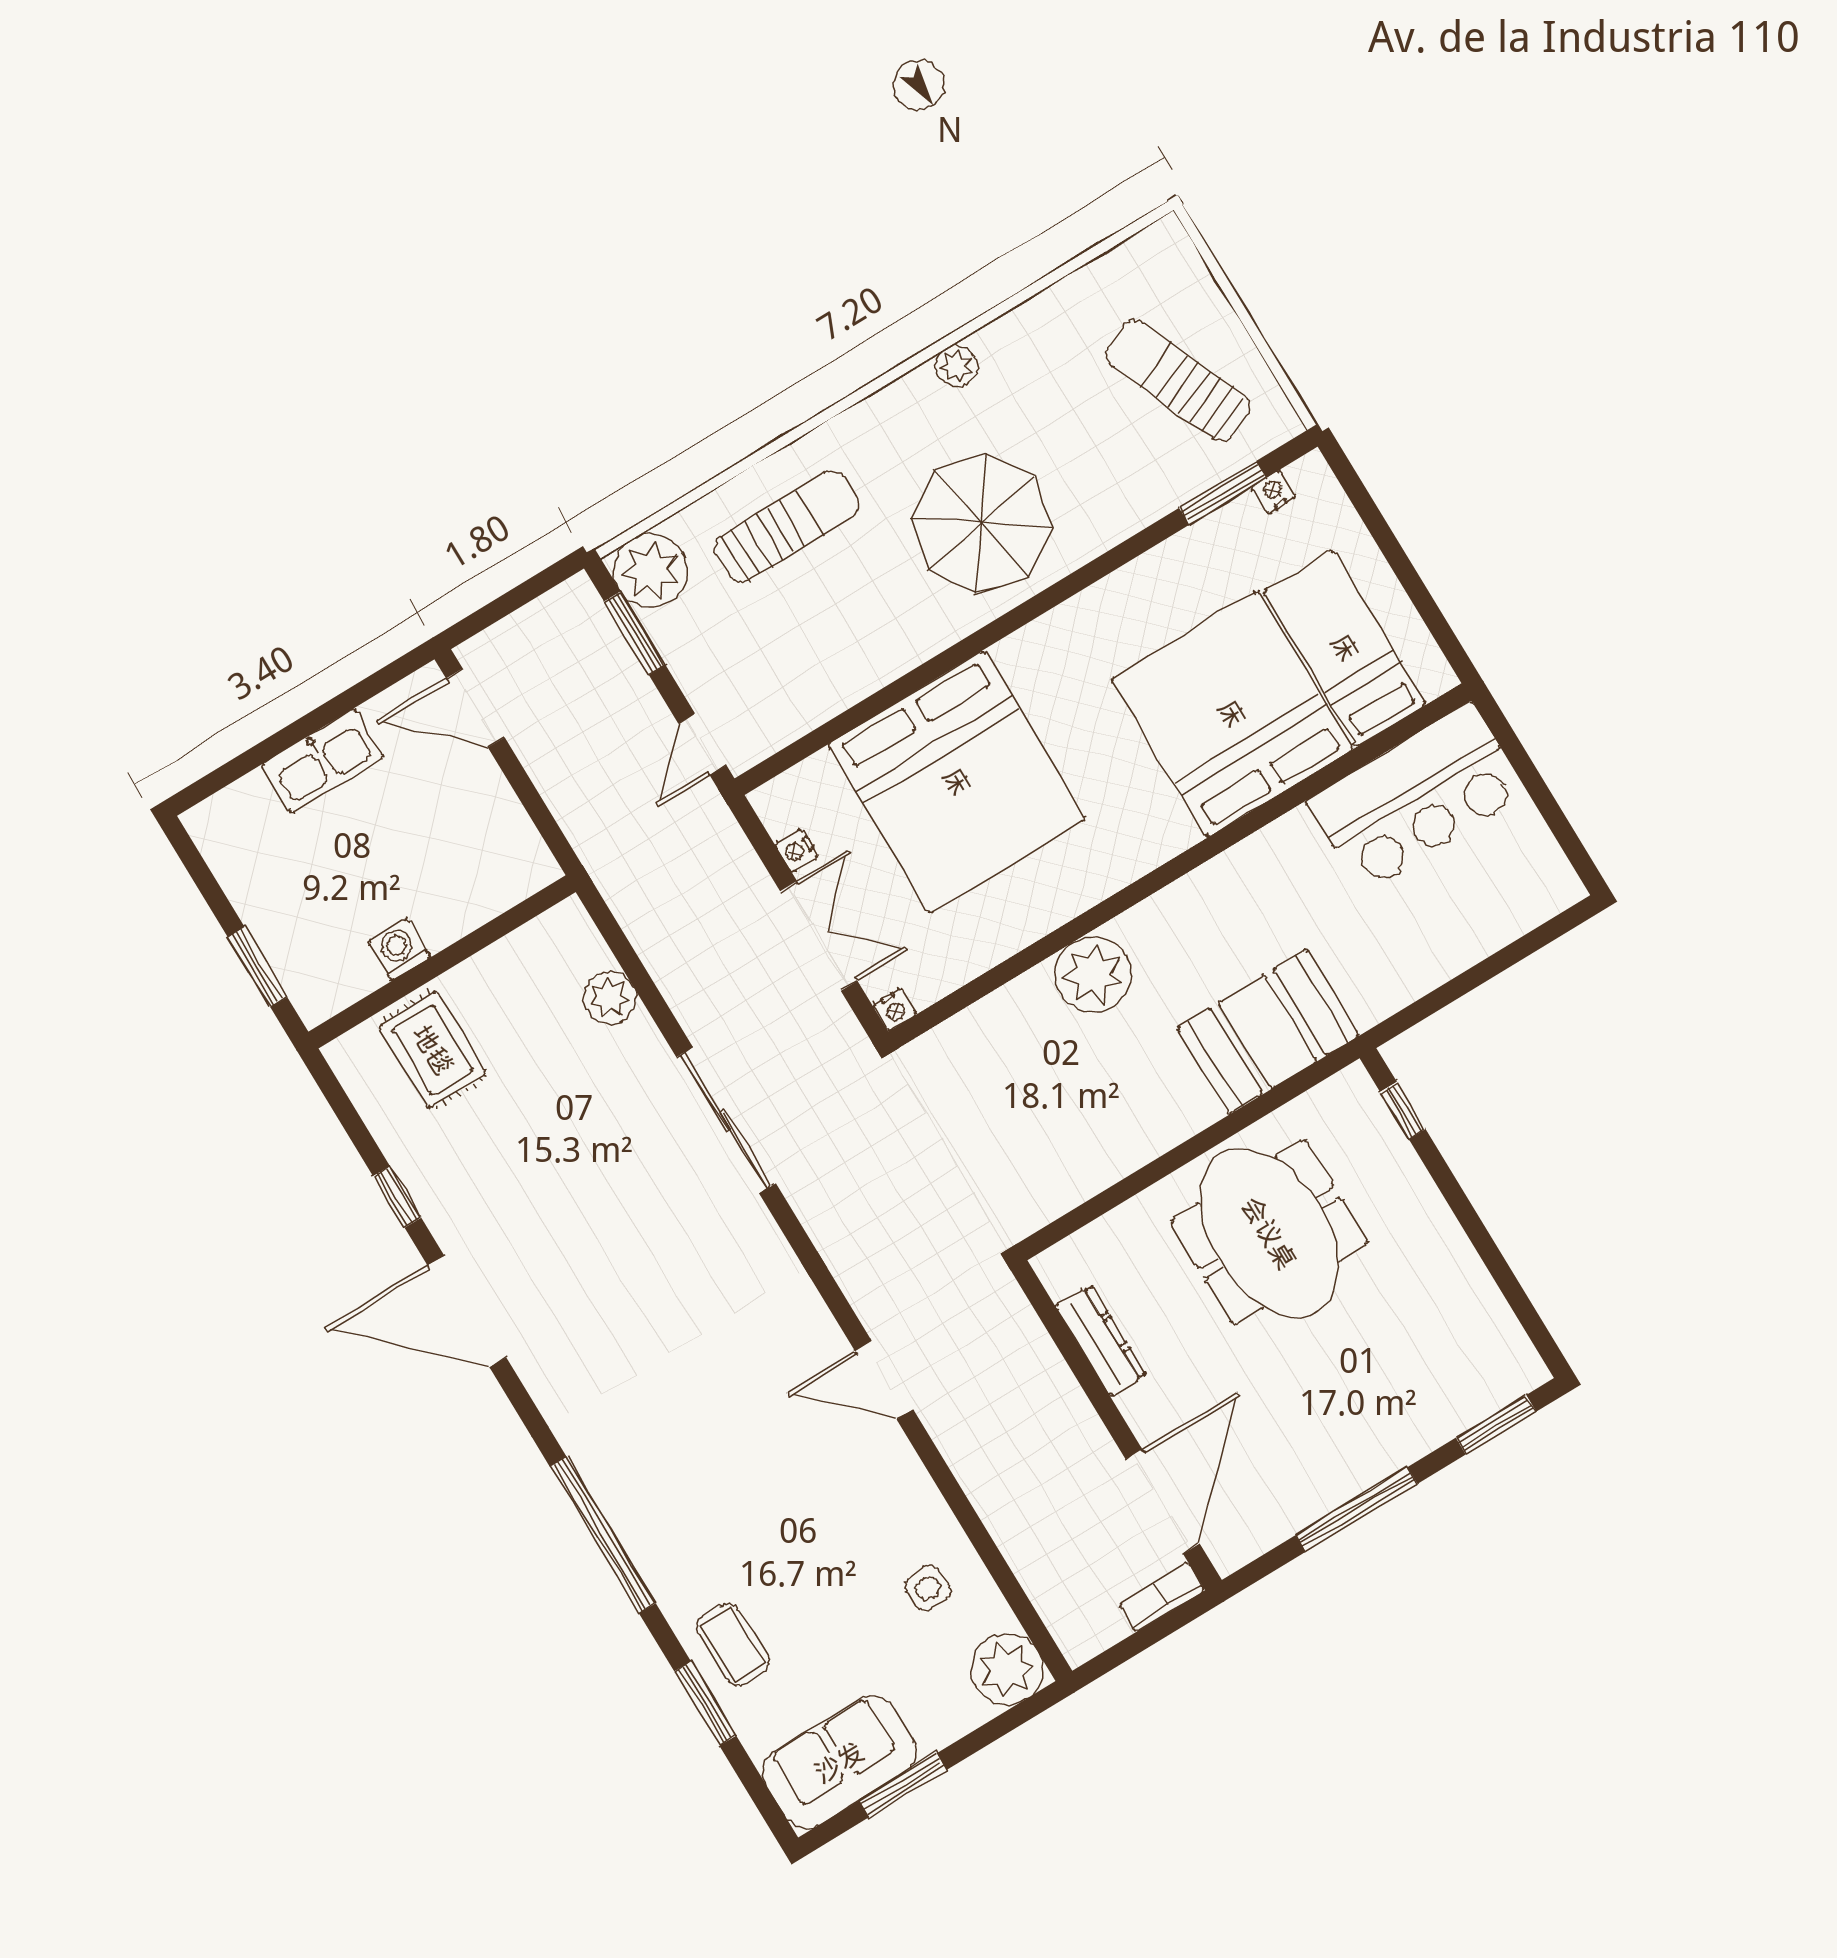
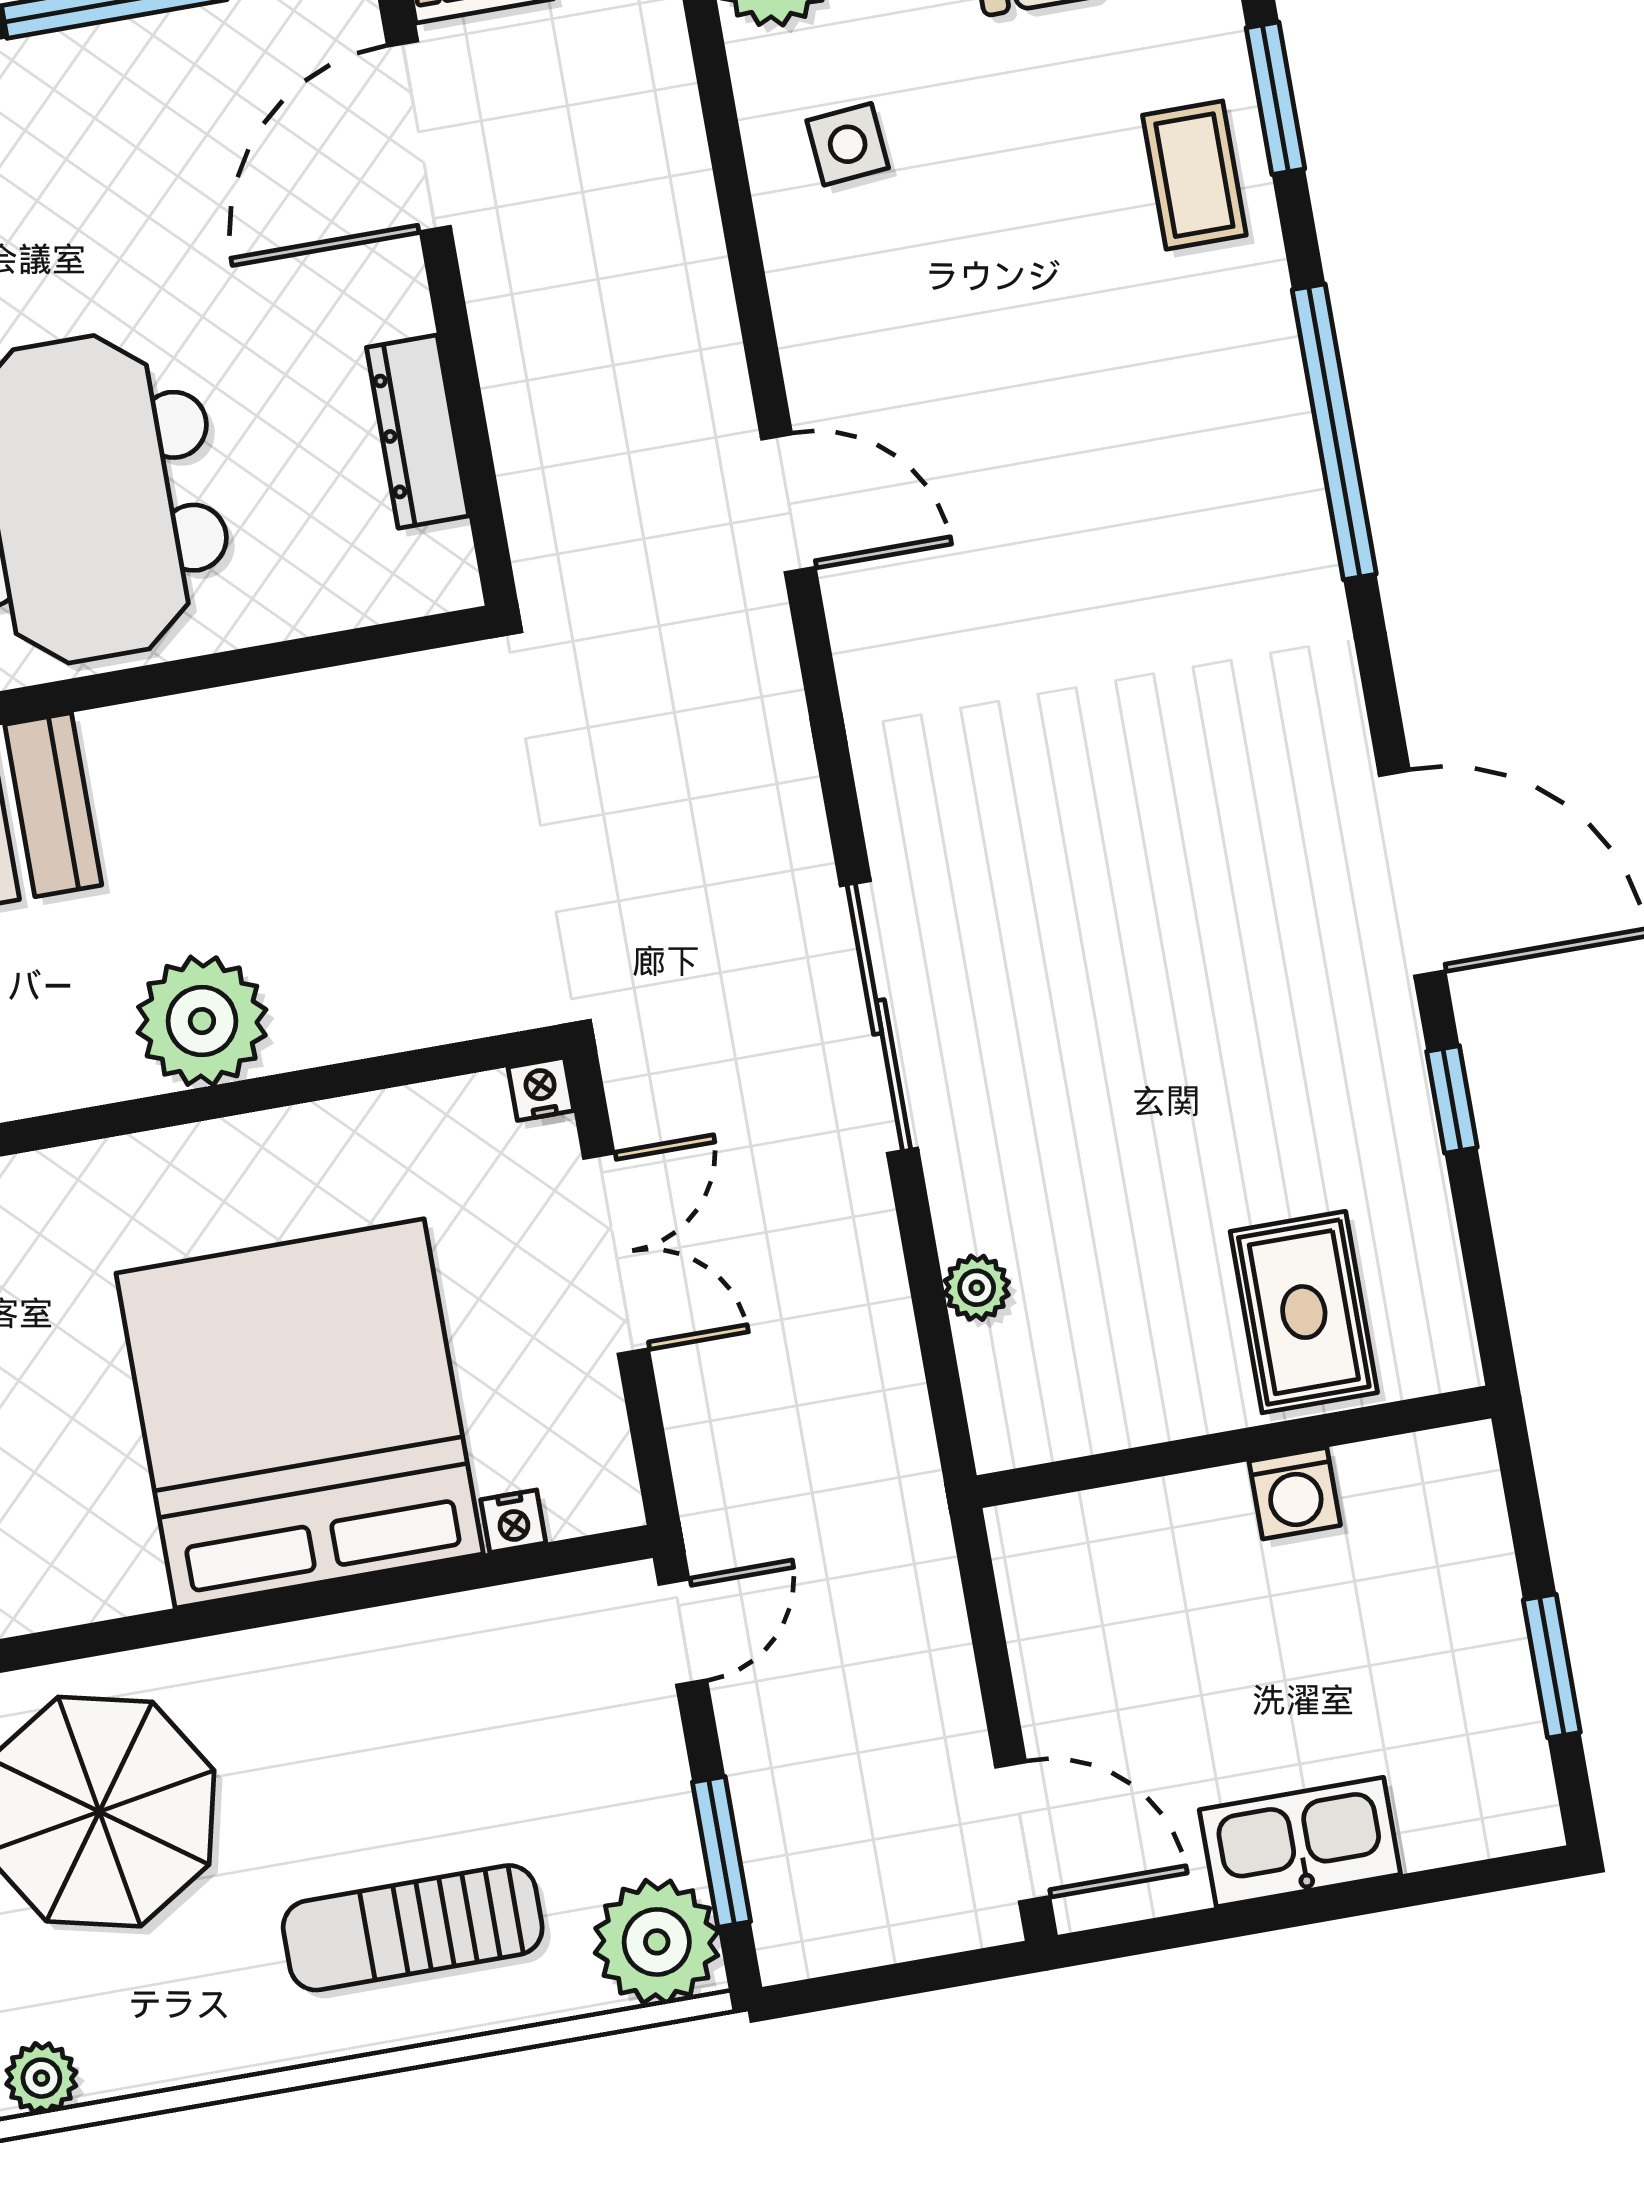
nightstand: (797, 851) -> (513, 1521), moved, turned 90
double door: (819, 936) -> (616, 1254), swing flipped
window: (258, 967) -> (1552, 1666), moved
plant: (609, 998) -> (977, 1288), width x0.73, depth x0.73

